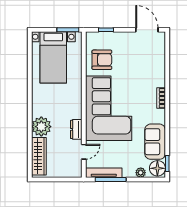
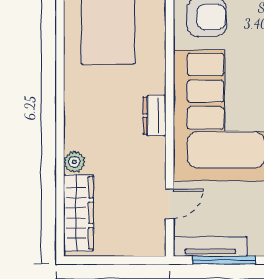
plant: (41, 127) -> (74, 162), width x0.53, depth x0.53
dresser: (76, 129) -> (154, 116), moved

